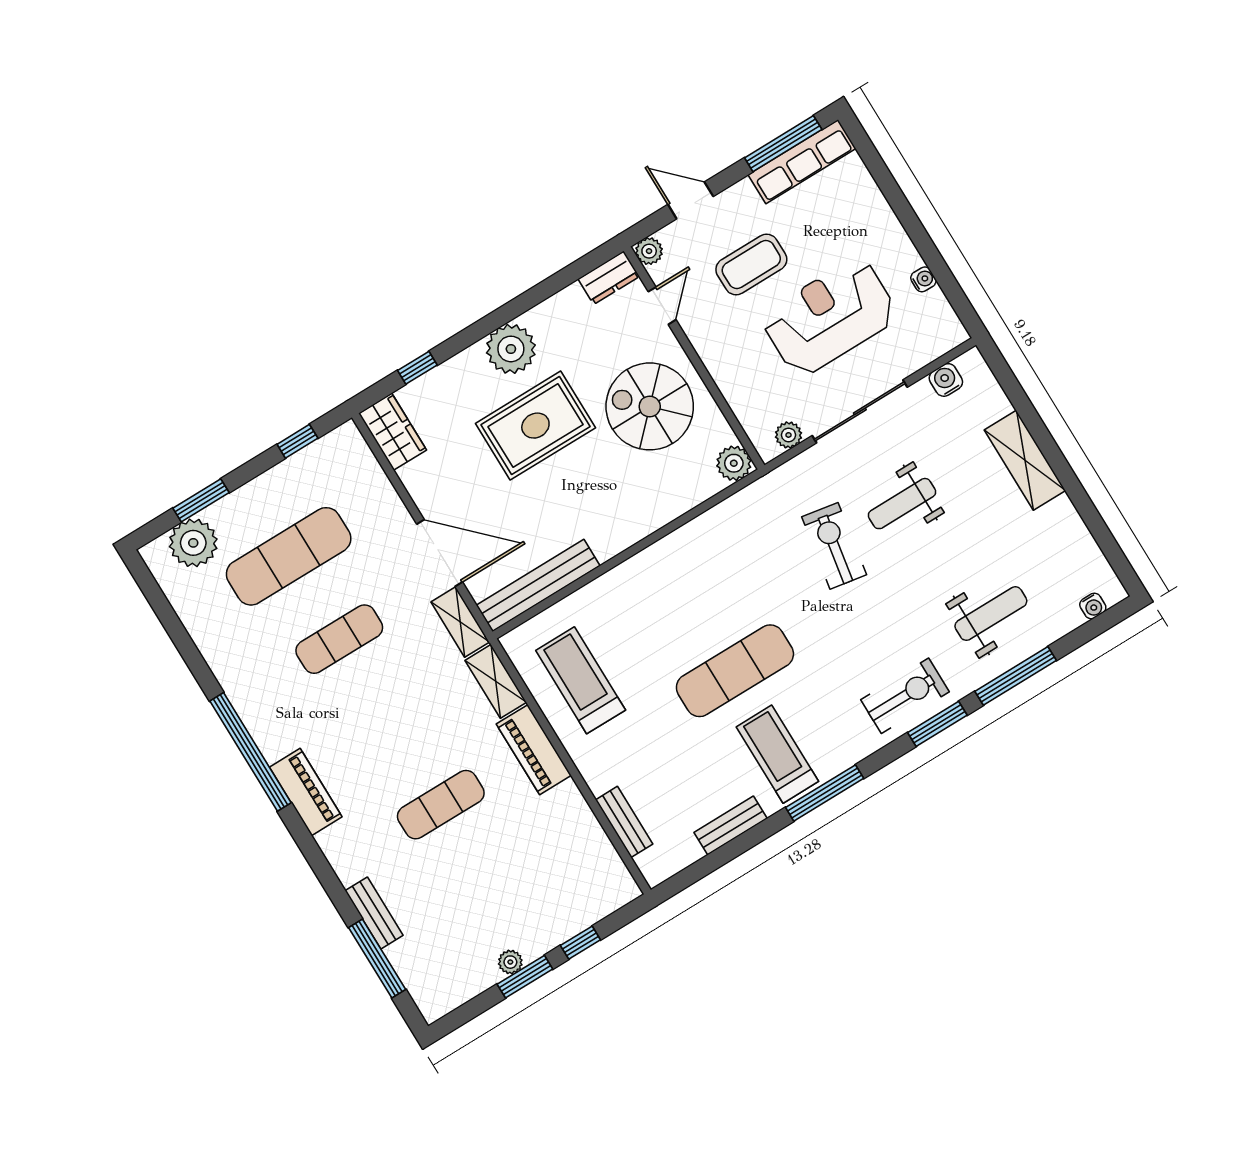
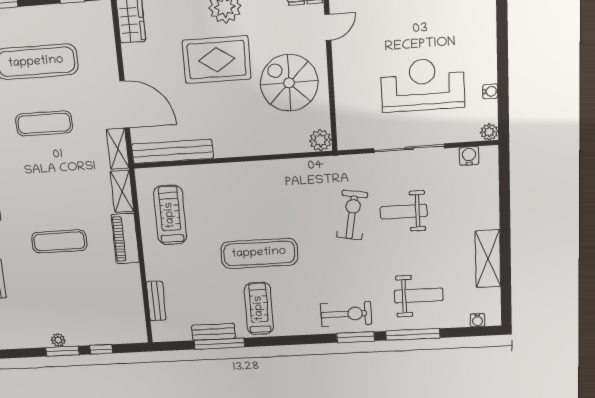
coffee table: (751, 265) -> (394, 30), removed
plant: (789, 435) -> (489, 132), moved
shelving: (1025, 460) -> (488, 259), moved
window: (825, 793) -> (219, 344), moved

